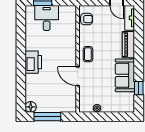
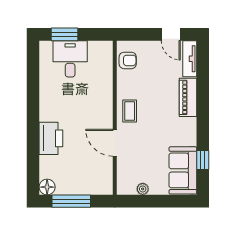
printer: (33, 62) -> (51, 138), moved
sofa: (125, 75) -> (183, 170), moved

